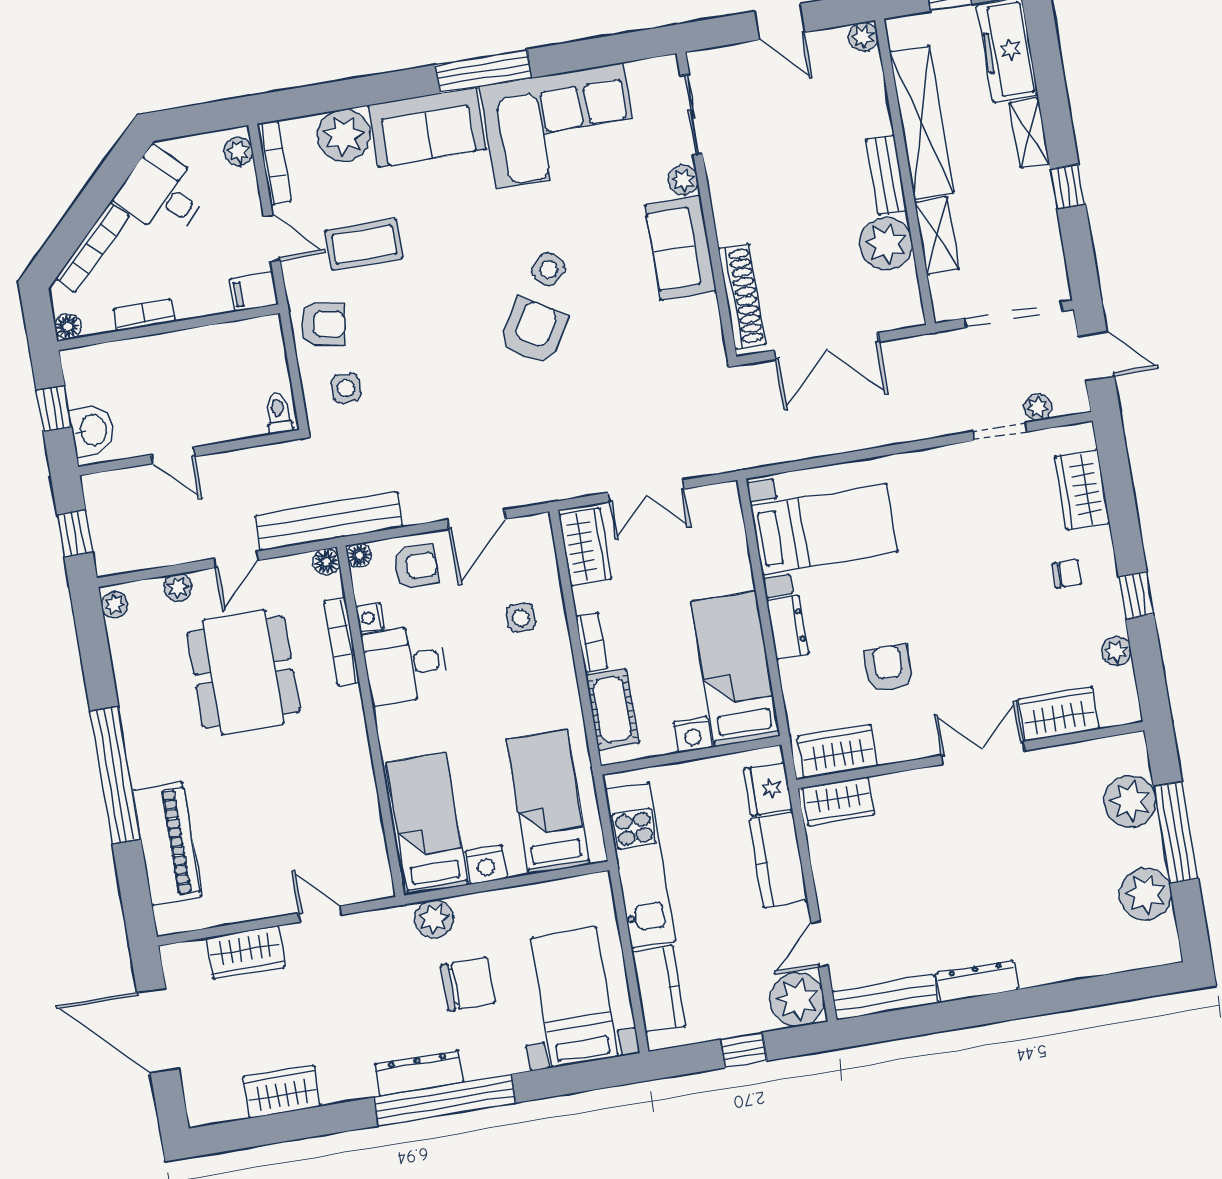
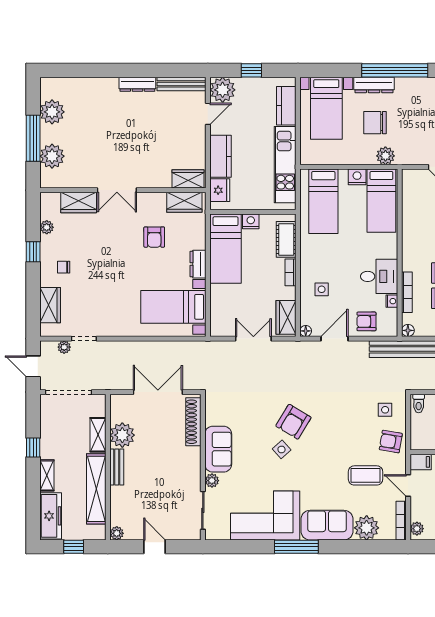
floor lamp: (359, 555) -> (306, 331), moved
dresser: (419, 1073) -> (374, 85), moved

